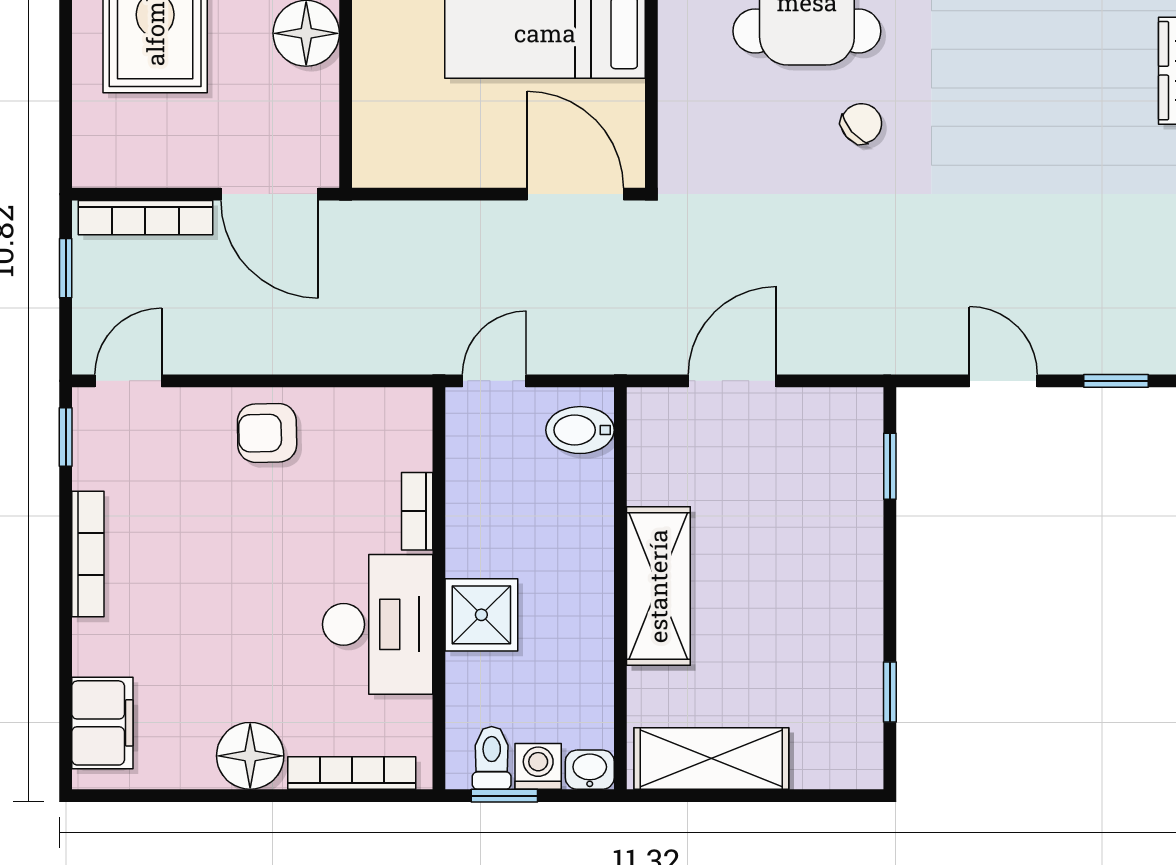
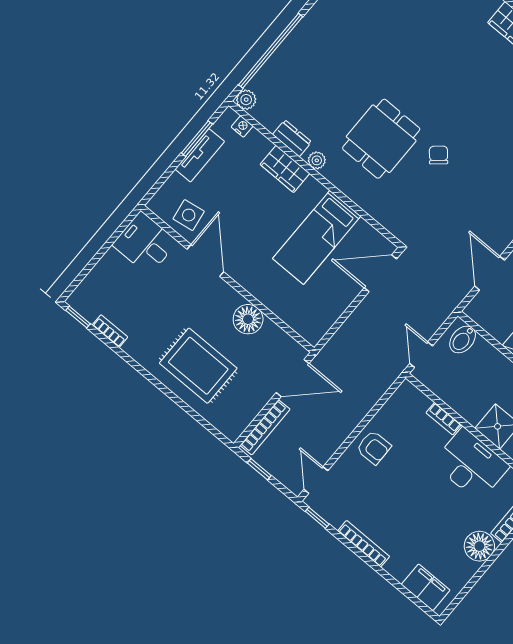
armchair: (267, 433) -> (374, 448), turned -90

